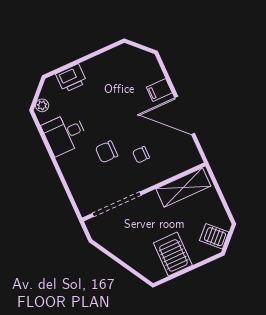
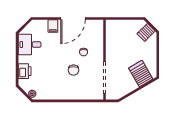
desk: (65, 134) -> (30, 45), moved, turned 90
shelving: (183, 187) -> (112, 37), removed
server rack: (173, 254) -> (141, 74), moved, turned 60

